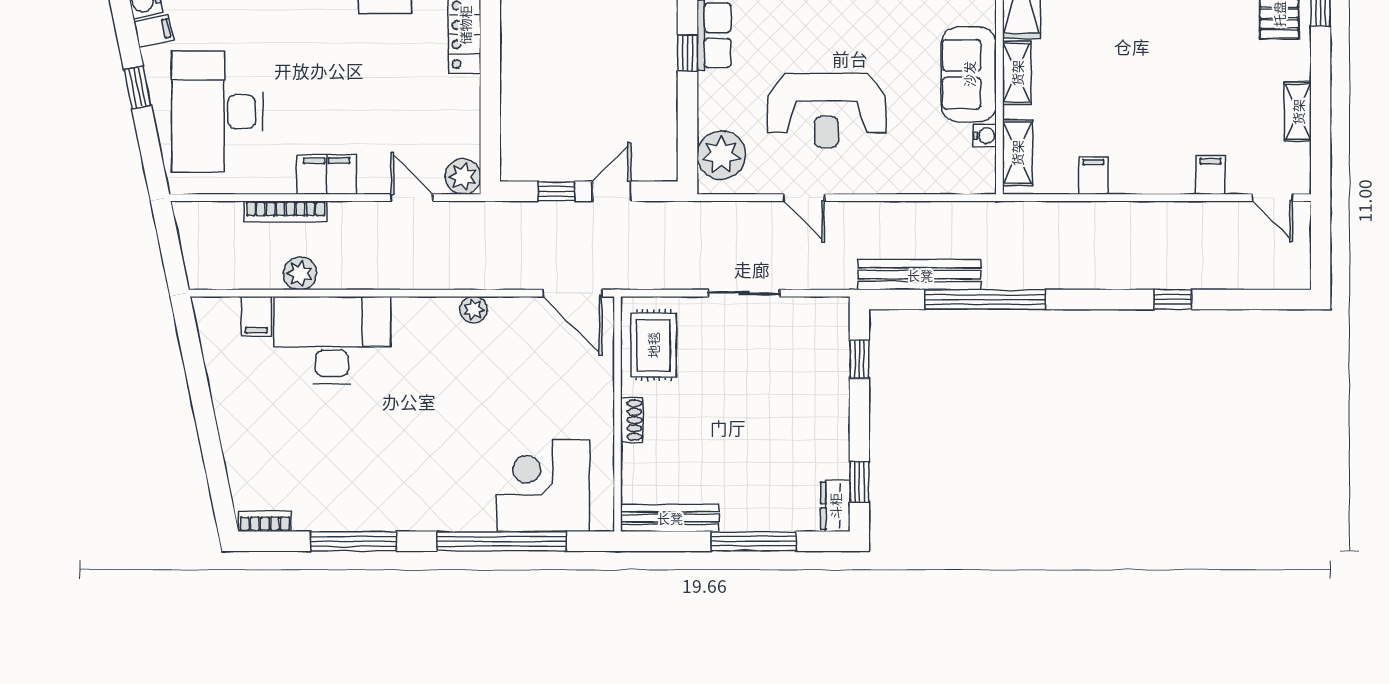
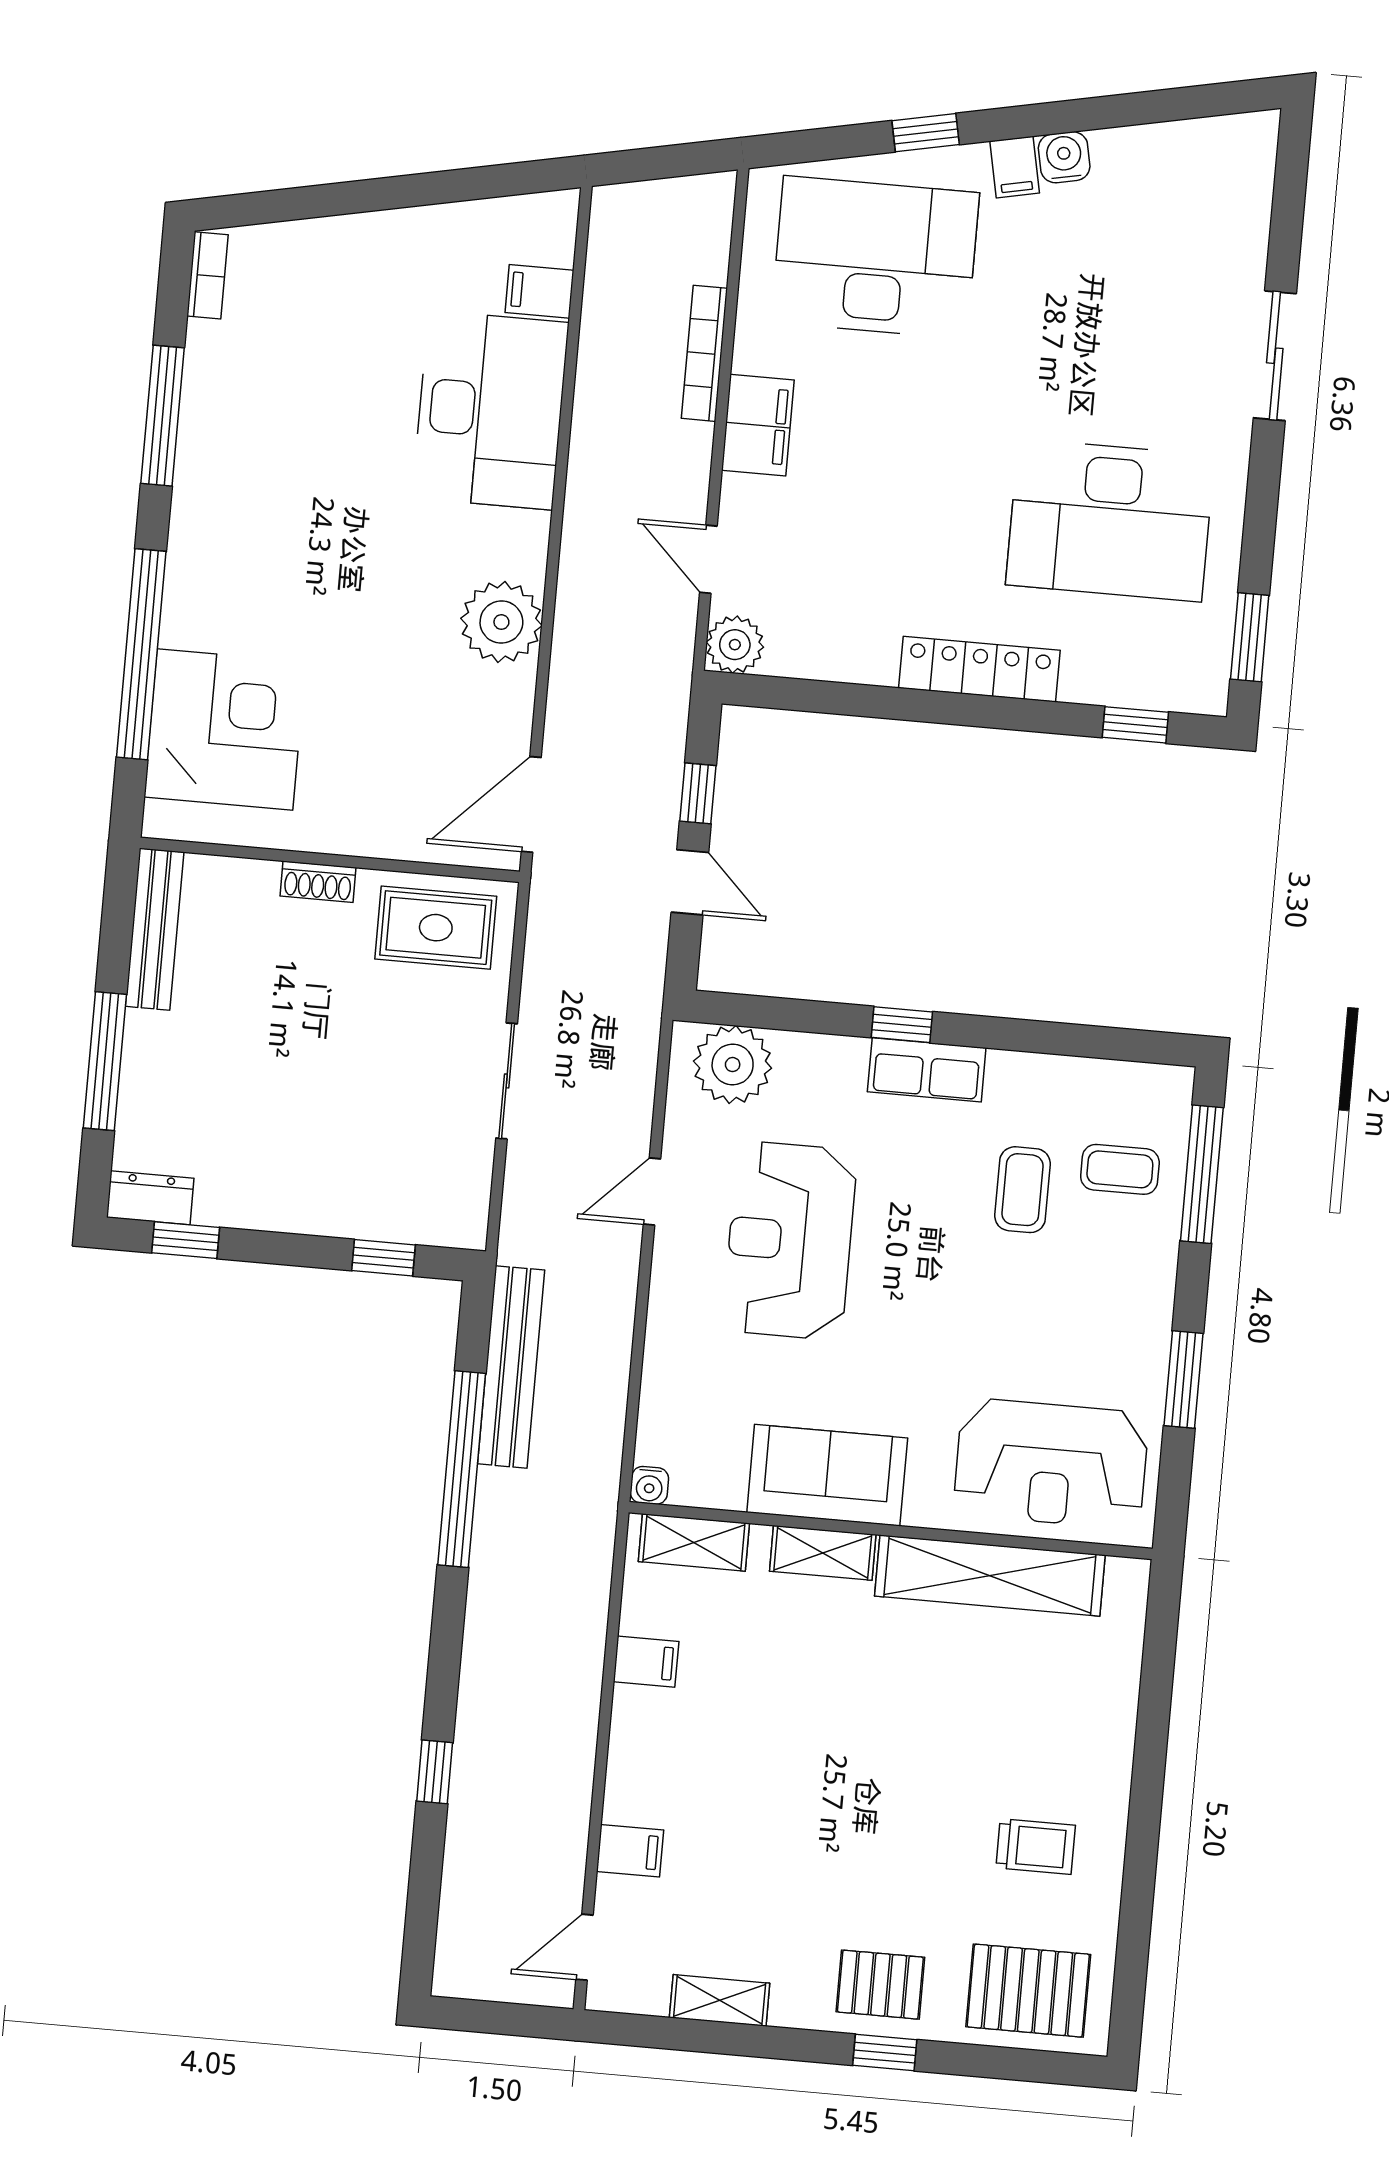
water cooler: (985, 136) -> (649, 1485), moved
door: (412, 198) -> (708, 559), swing flipped
plant: (300, 273) -> (602, 368), removed
plant: (474, 310) -> (501, 622), width x1.88, depth x1.88

